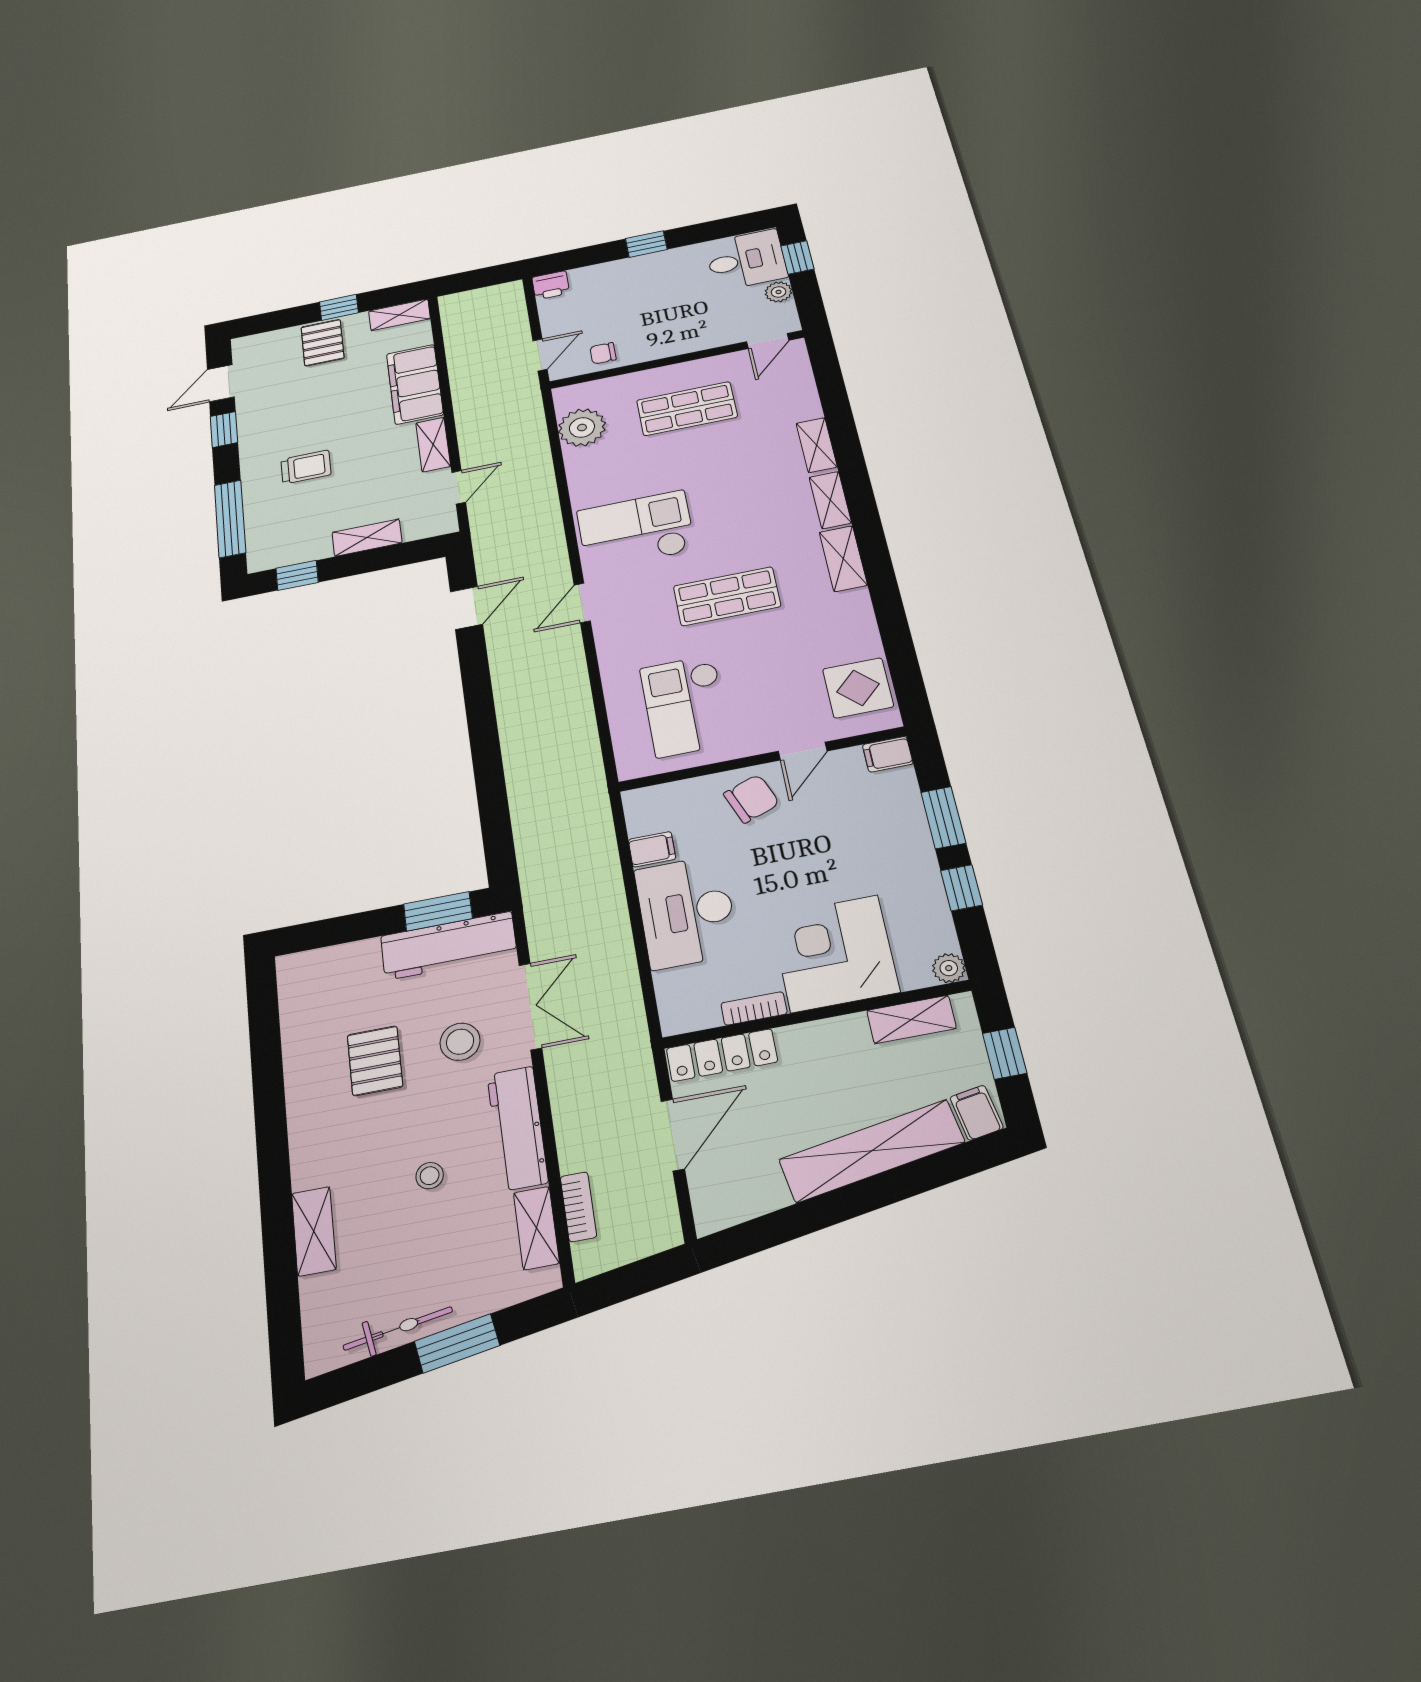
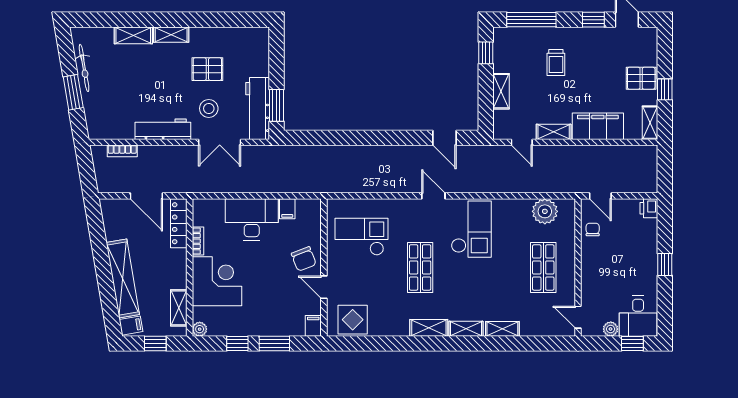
stool: (430, 1176) -> (149, 88), removed
shelving: (536, 1228) -> (171, 35), moved

